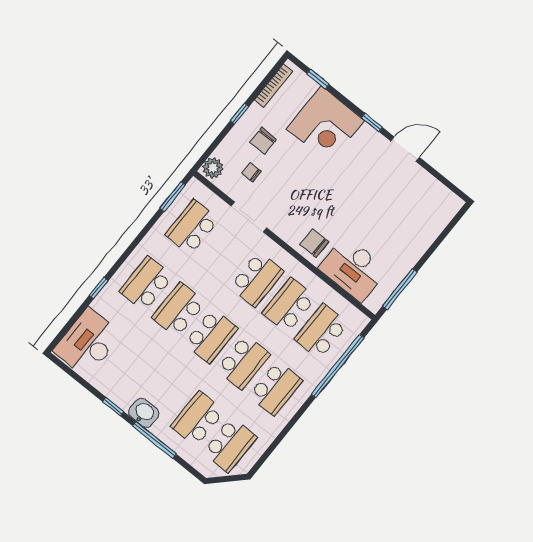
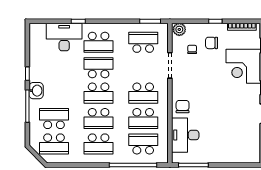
school desk: (146, 284) -> (99, 42), turned 180
school desk: (289, 305) -> (143, 119), turned 180
desk: (88, 343) -> (64, 37), moved

